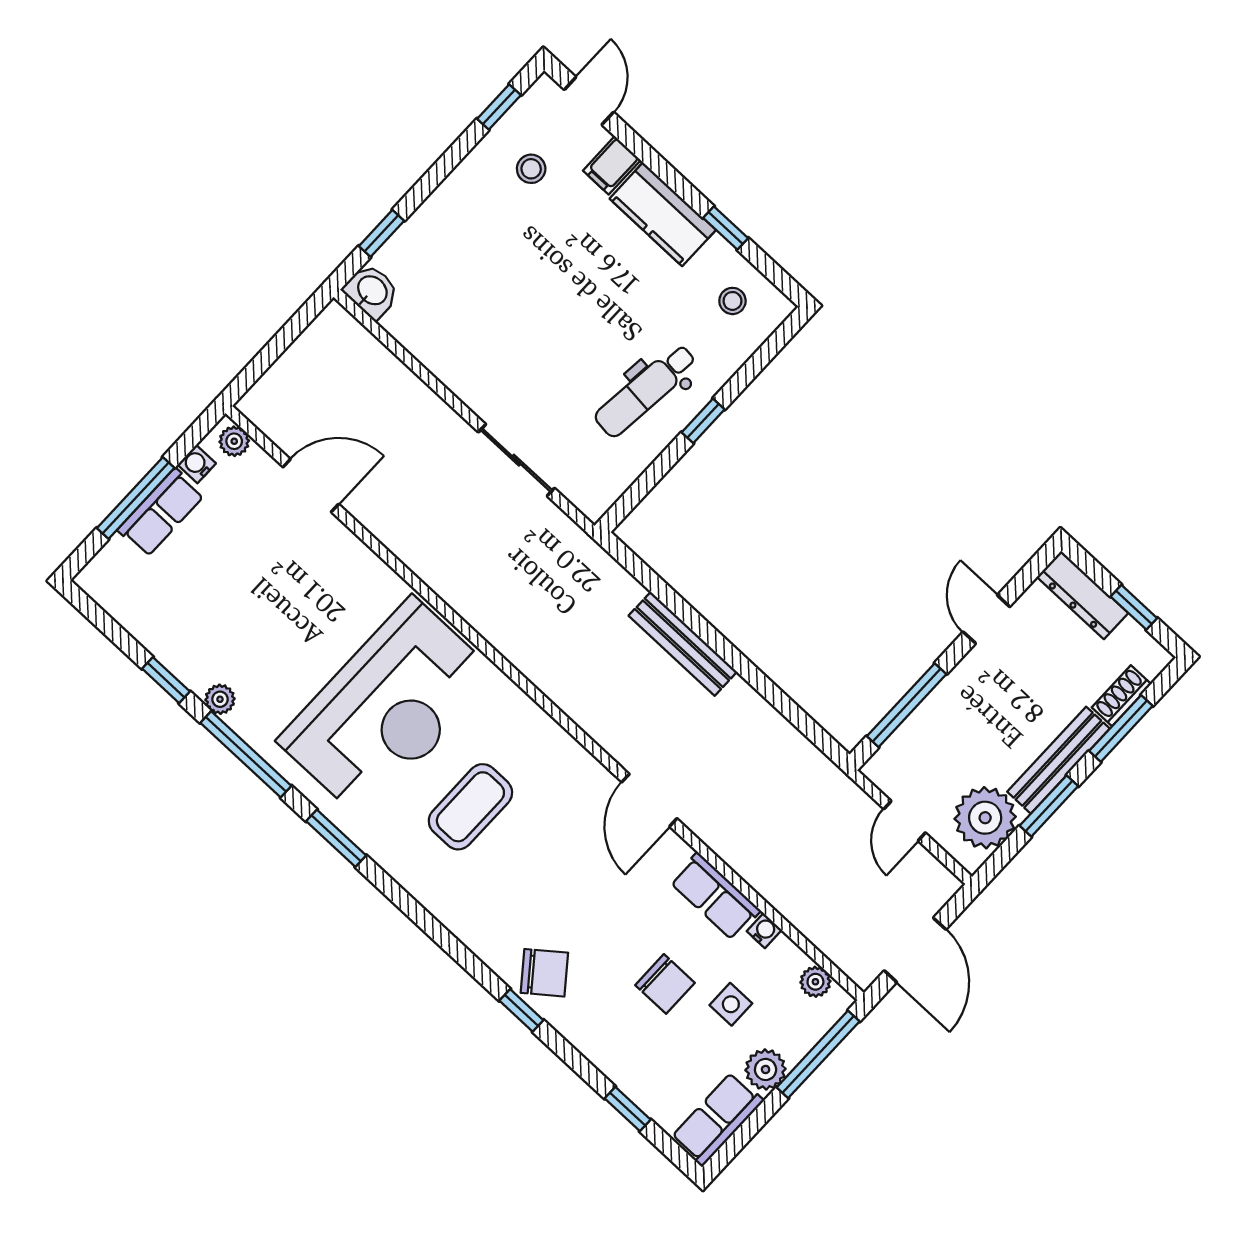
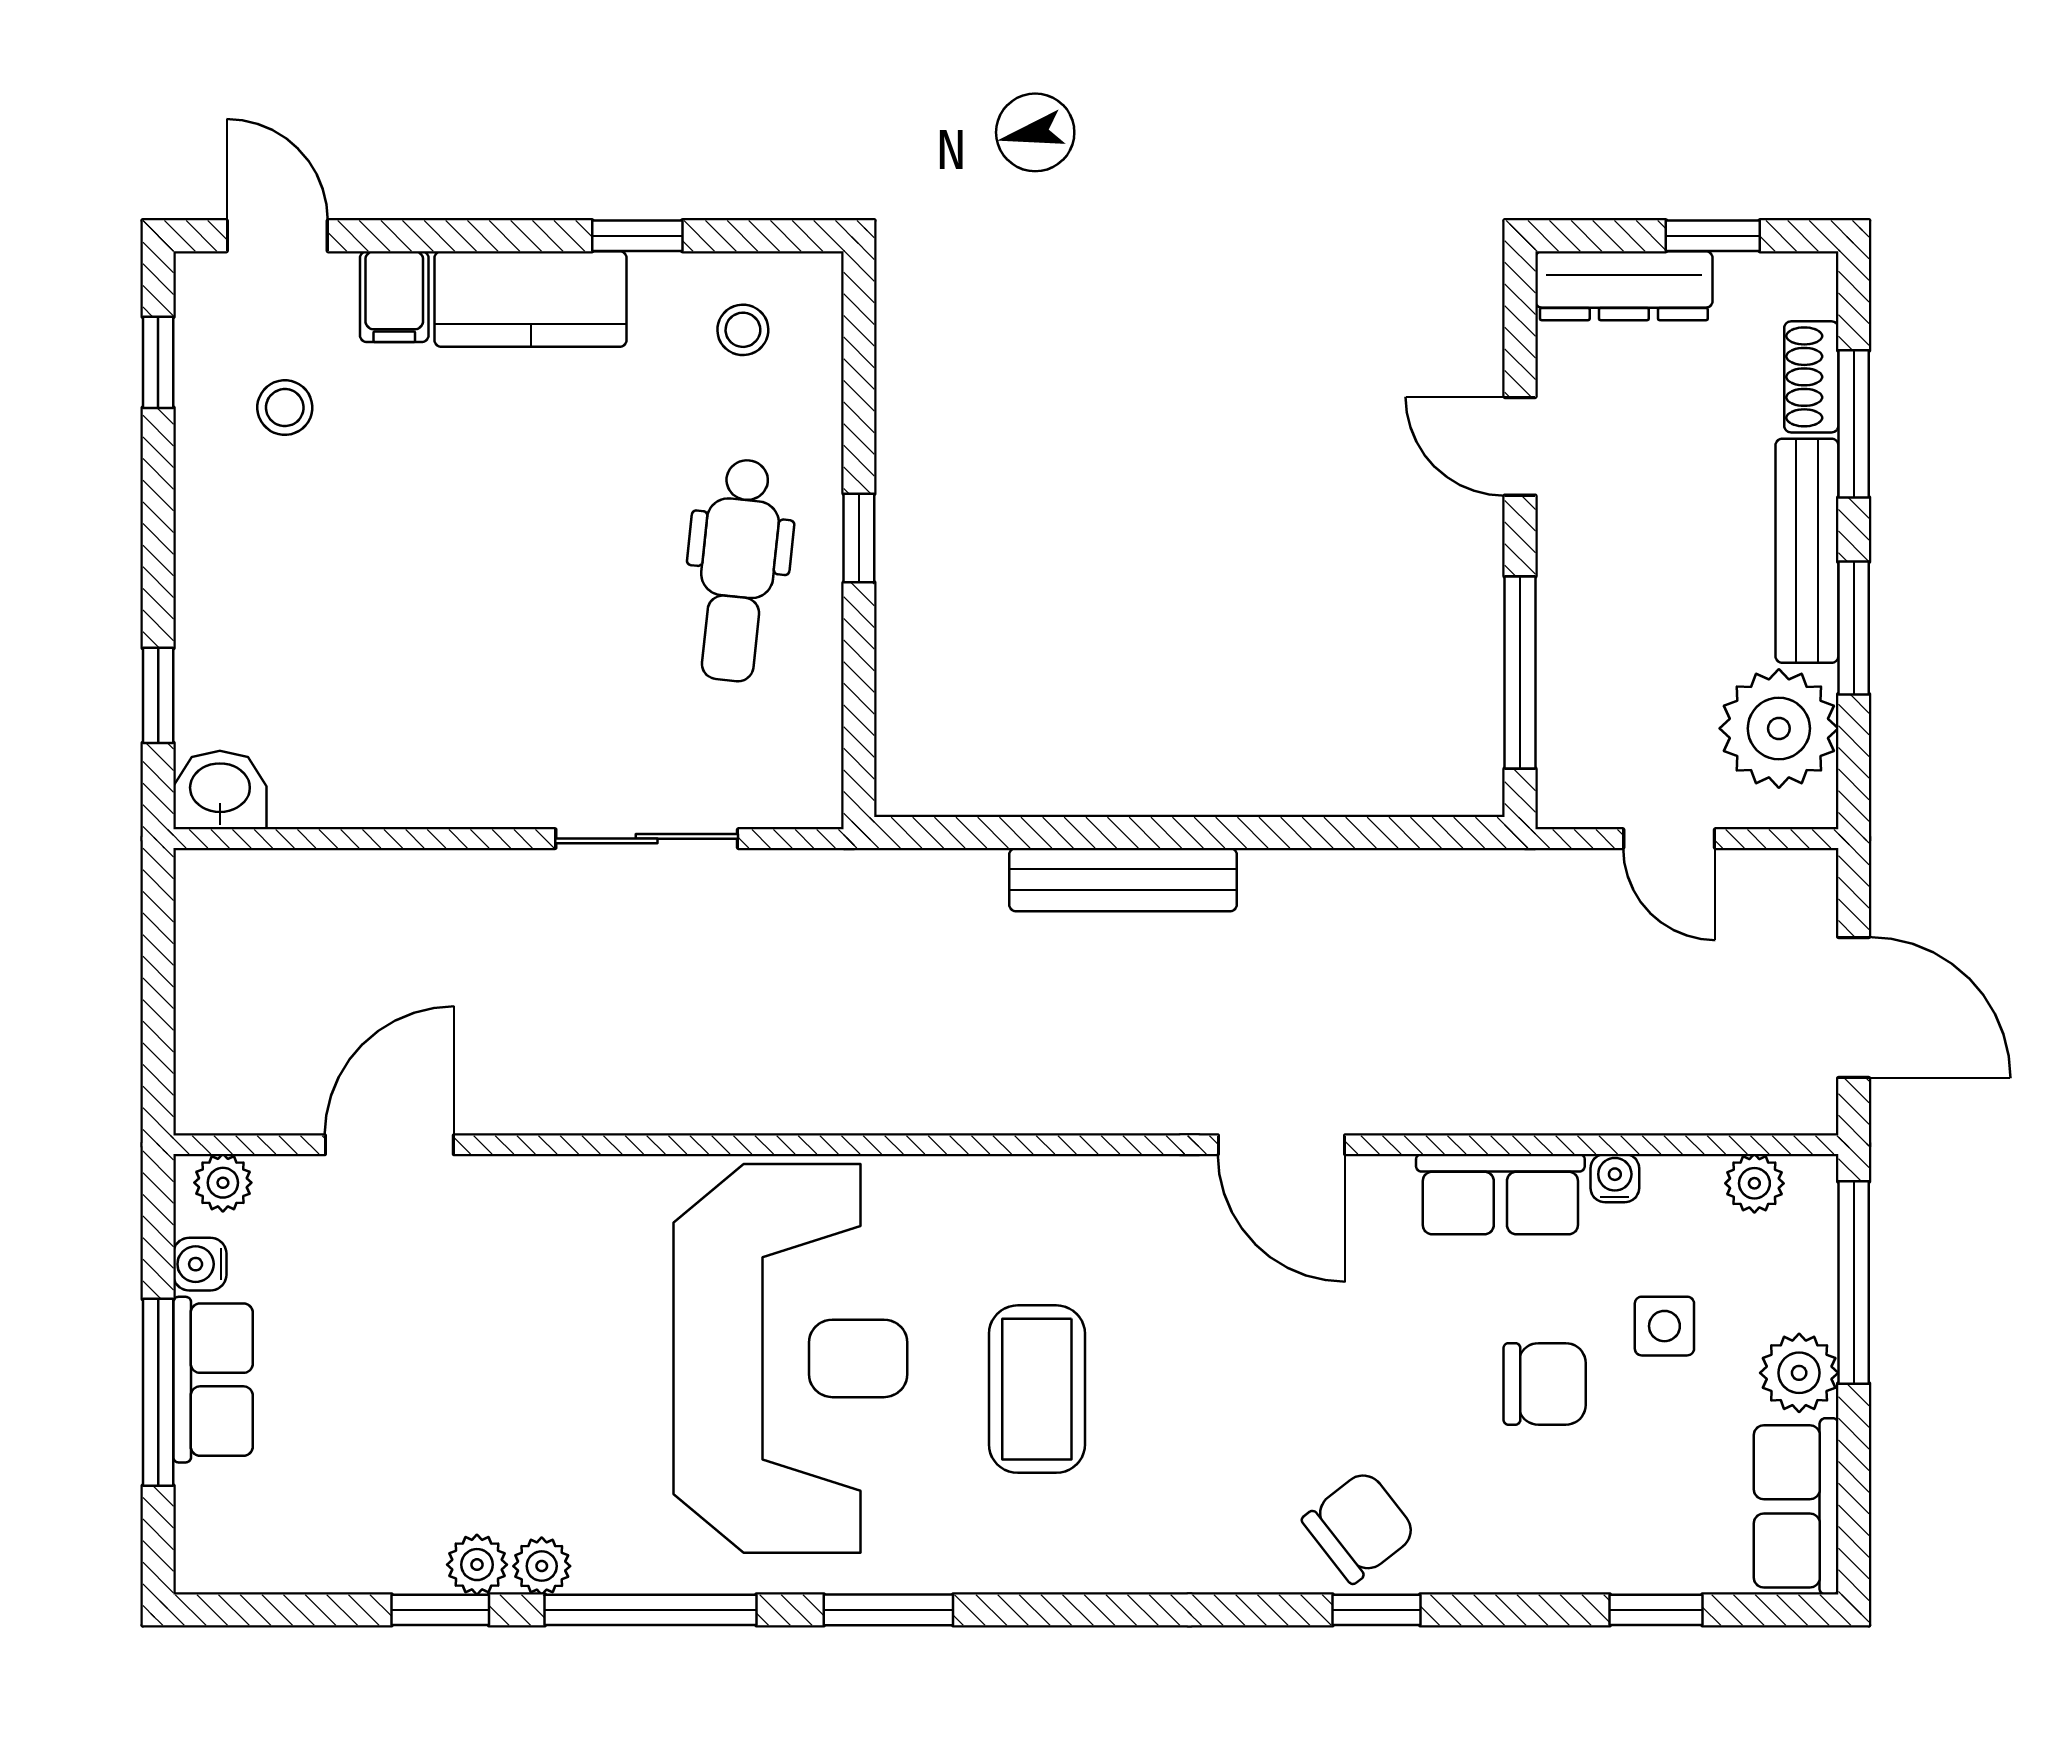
plant: (196, 676) -> (477, 1565), added

